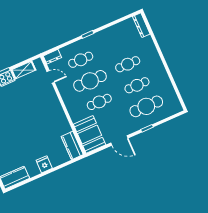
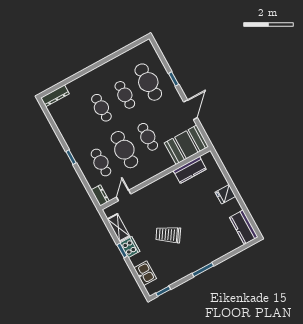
trolley: (14, 112) -> (168, 235), added
kitchen counter: (72, 146) -> (190, 170), moved

